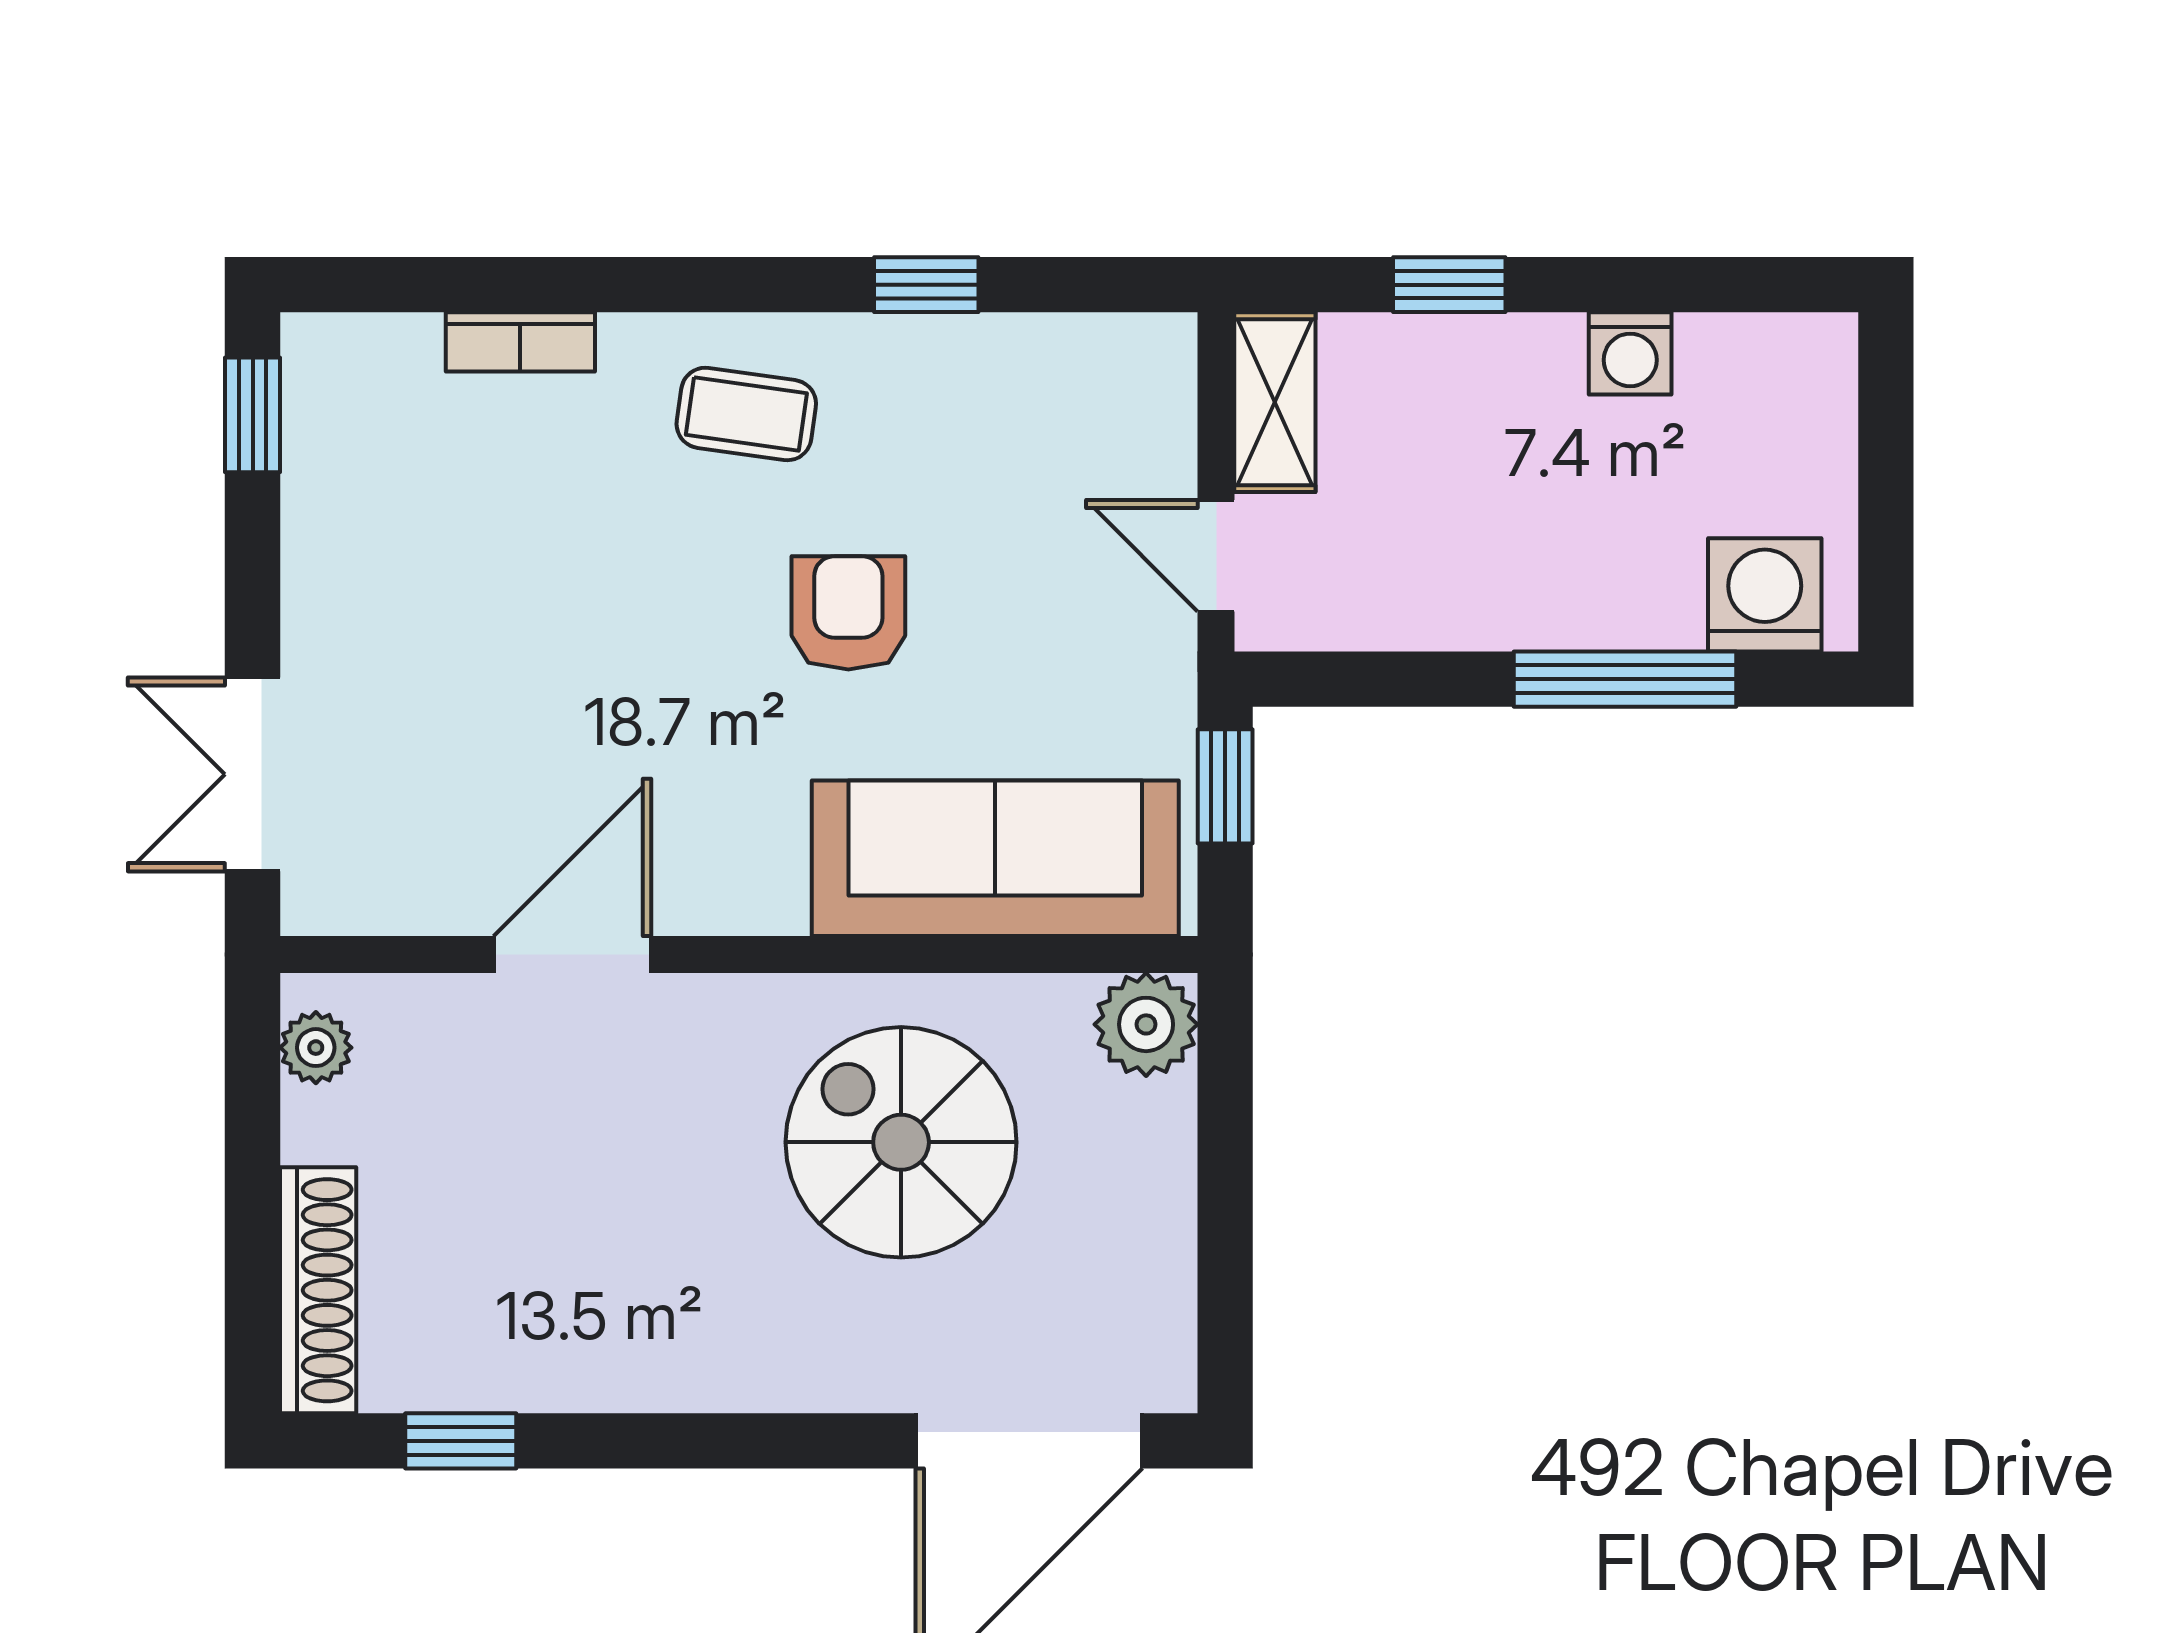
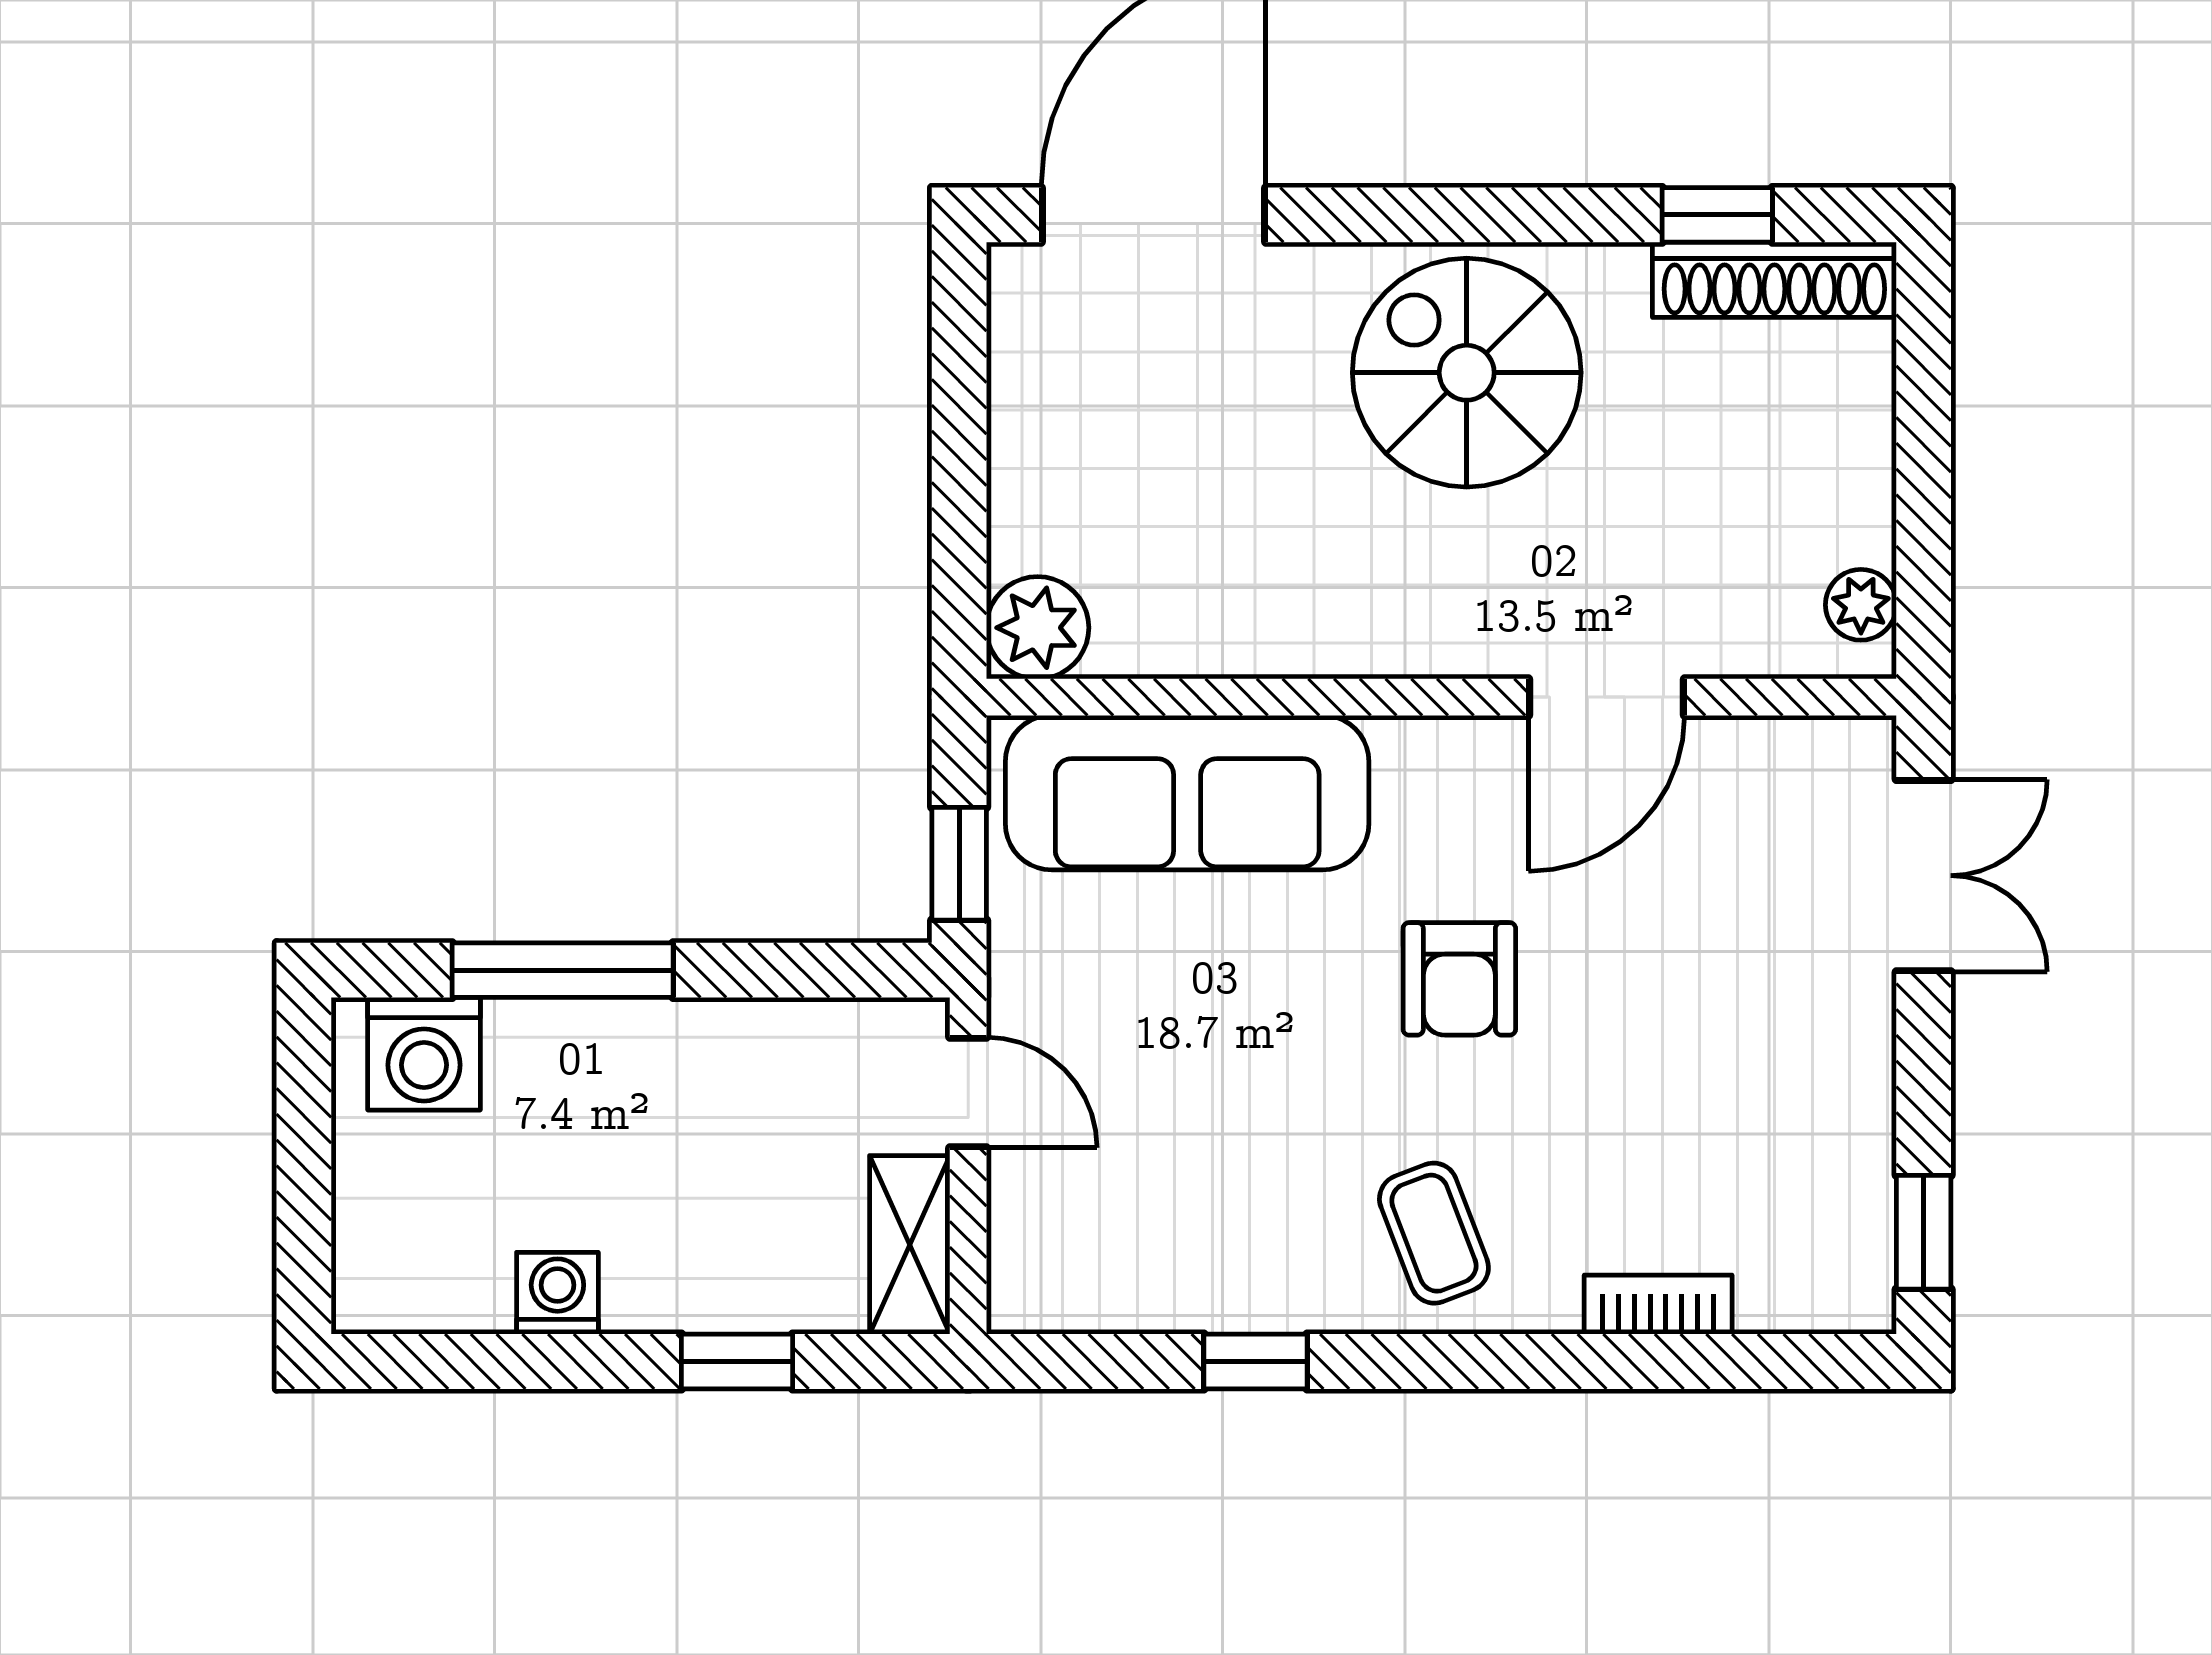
coffee table: (746, 414) -> (1434, 1233), turned 61
armchair: (848, 613) -> (1459, 979), moved
spiral stairs: (901, 1142) -> (1467, 373), moved, turned 180
shoe rack: (318, 1290) -> (1774, 280), moved, turned -90

